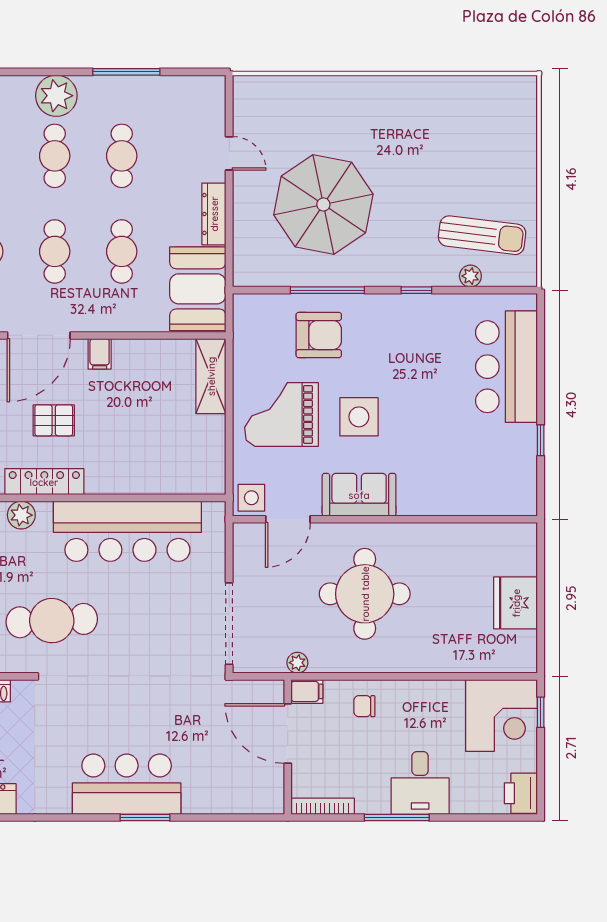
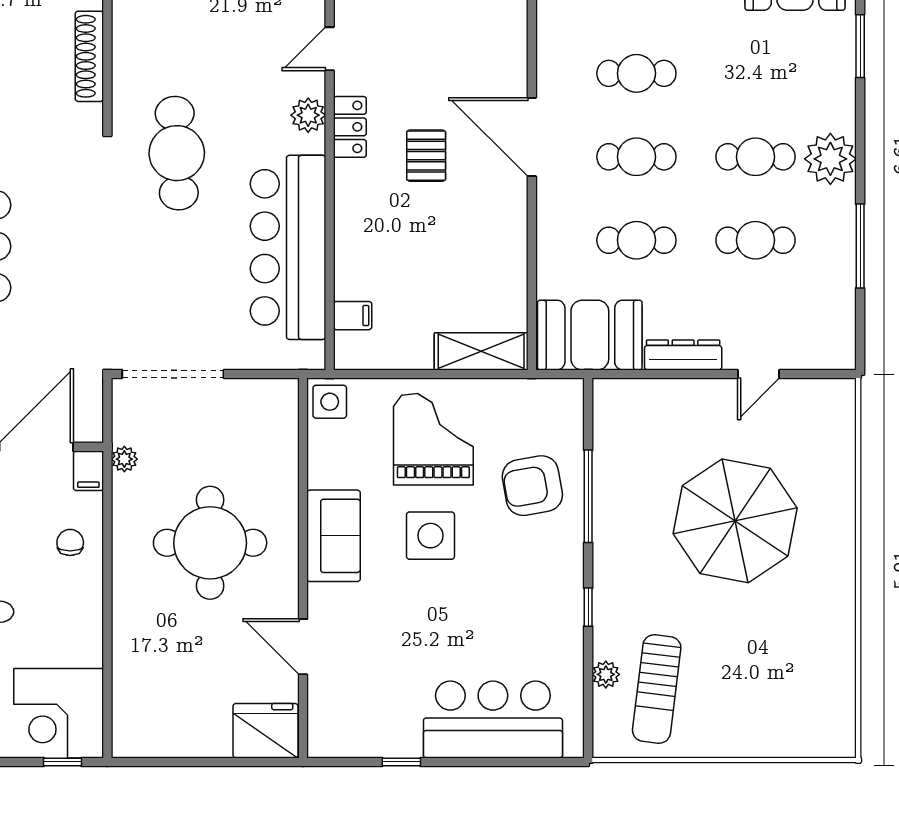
parasol: (323, 204) -> (735, 521), moved
armchair: (319, 335) -> (532, 486), turned 80
filing cabinet: (100, 354) -> (353, 316), moved, turned 180
locker: (44, 482) -> (350, 127), width x0.66
door: (288, 519) -> (303, 647), moved
fridge: (516, 603) -> (266, 731), moved

